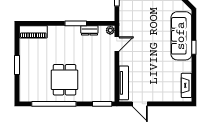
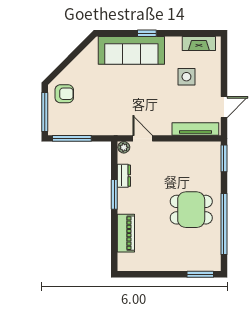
piano: (33, 32) -> (126, 233), moved
window: (17, 65) -> (200, 274), moved
side table: (162, 76) -> (186, 77), added

